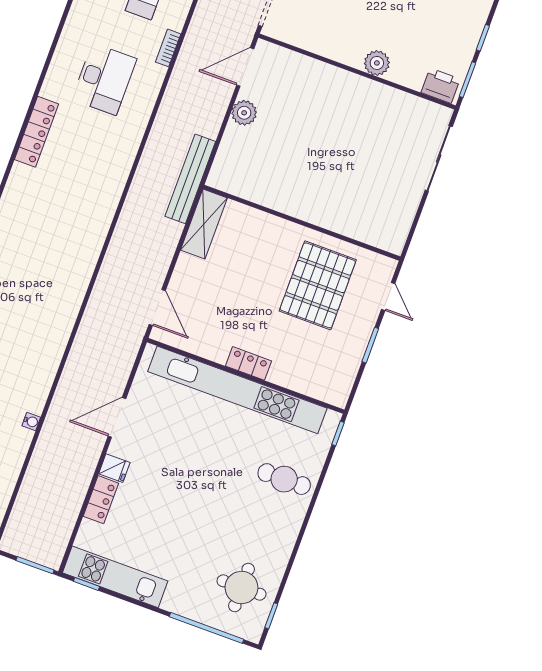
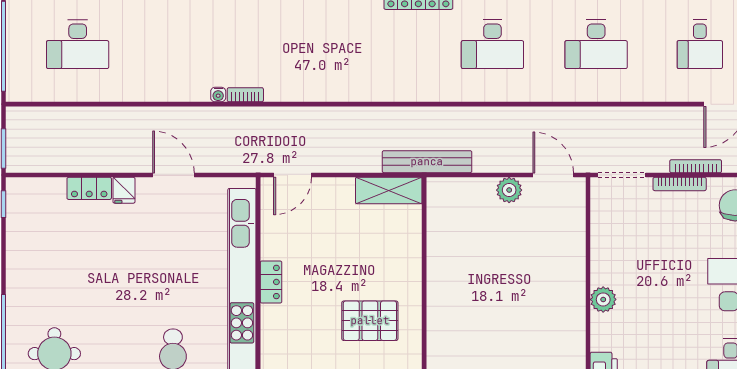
bookcase: (168, 48) -> (245, 95), moved
pallet: (318, 285) -> (370, 321), width x0.73, depth x0.71
water cooler: (31, 421) -> (218, 95), moved
kitchen unit: (115, 577) -> (20, 229), removed

